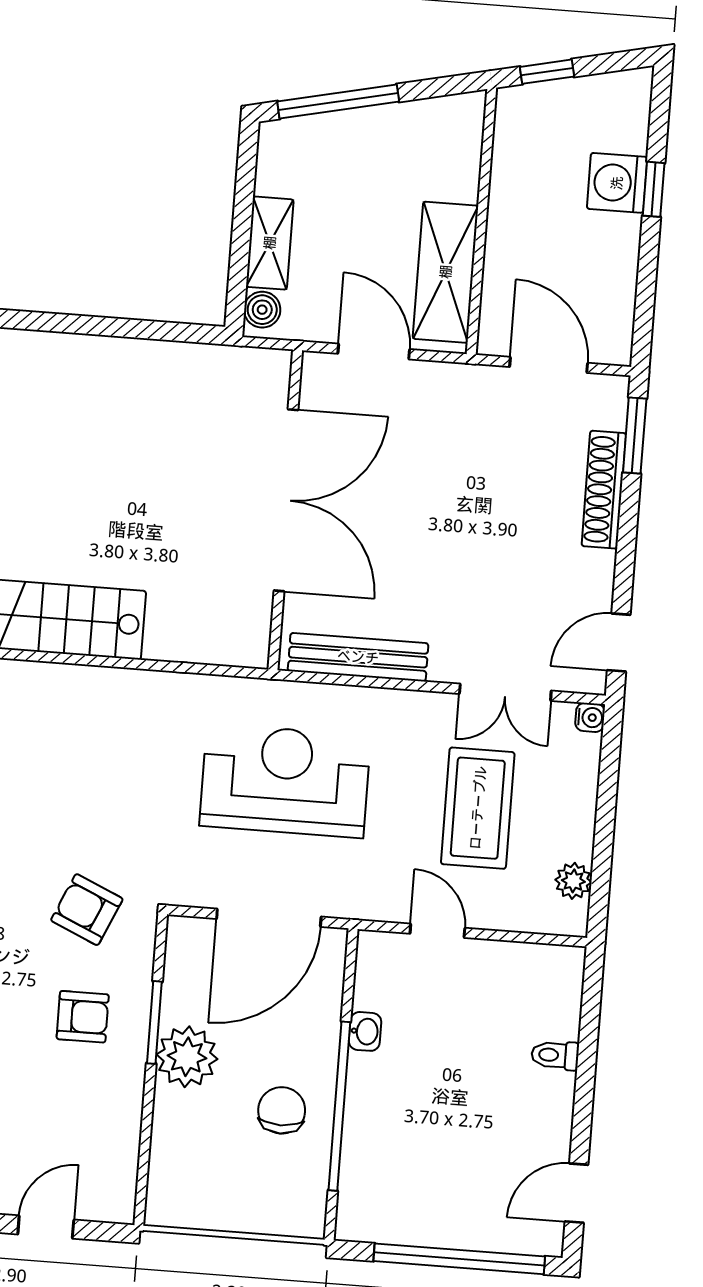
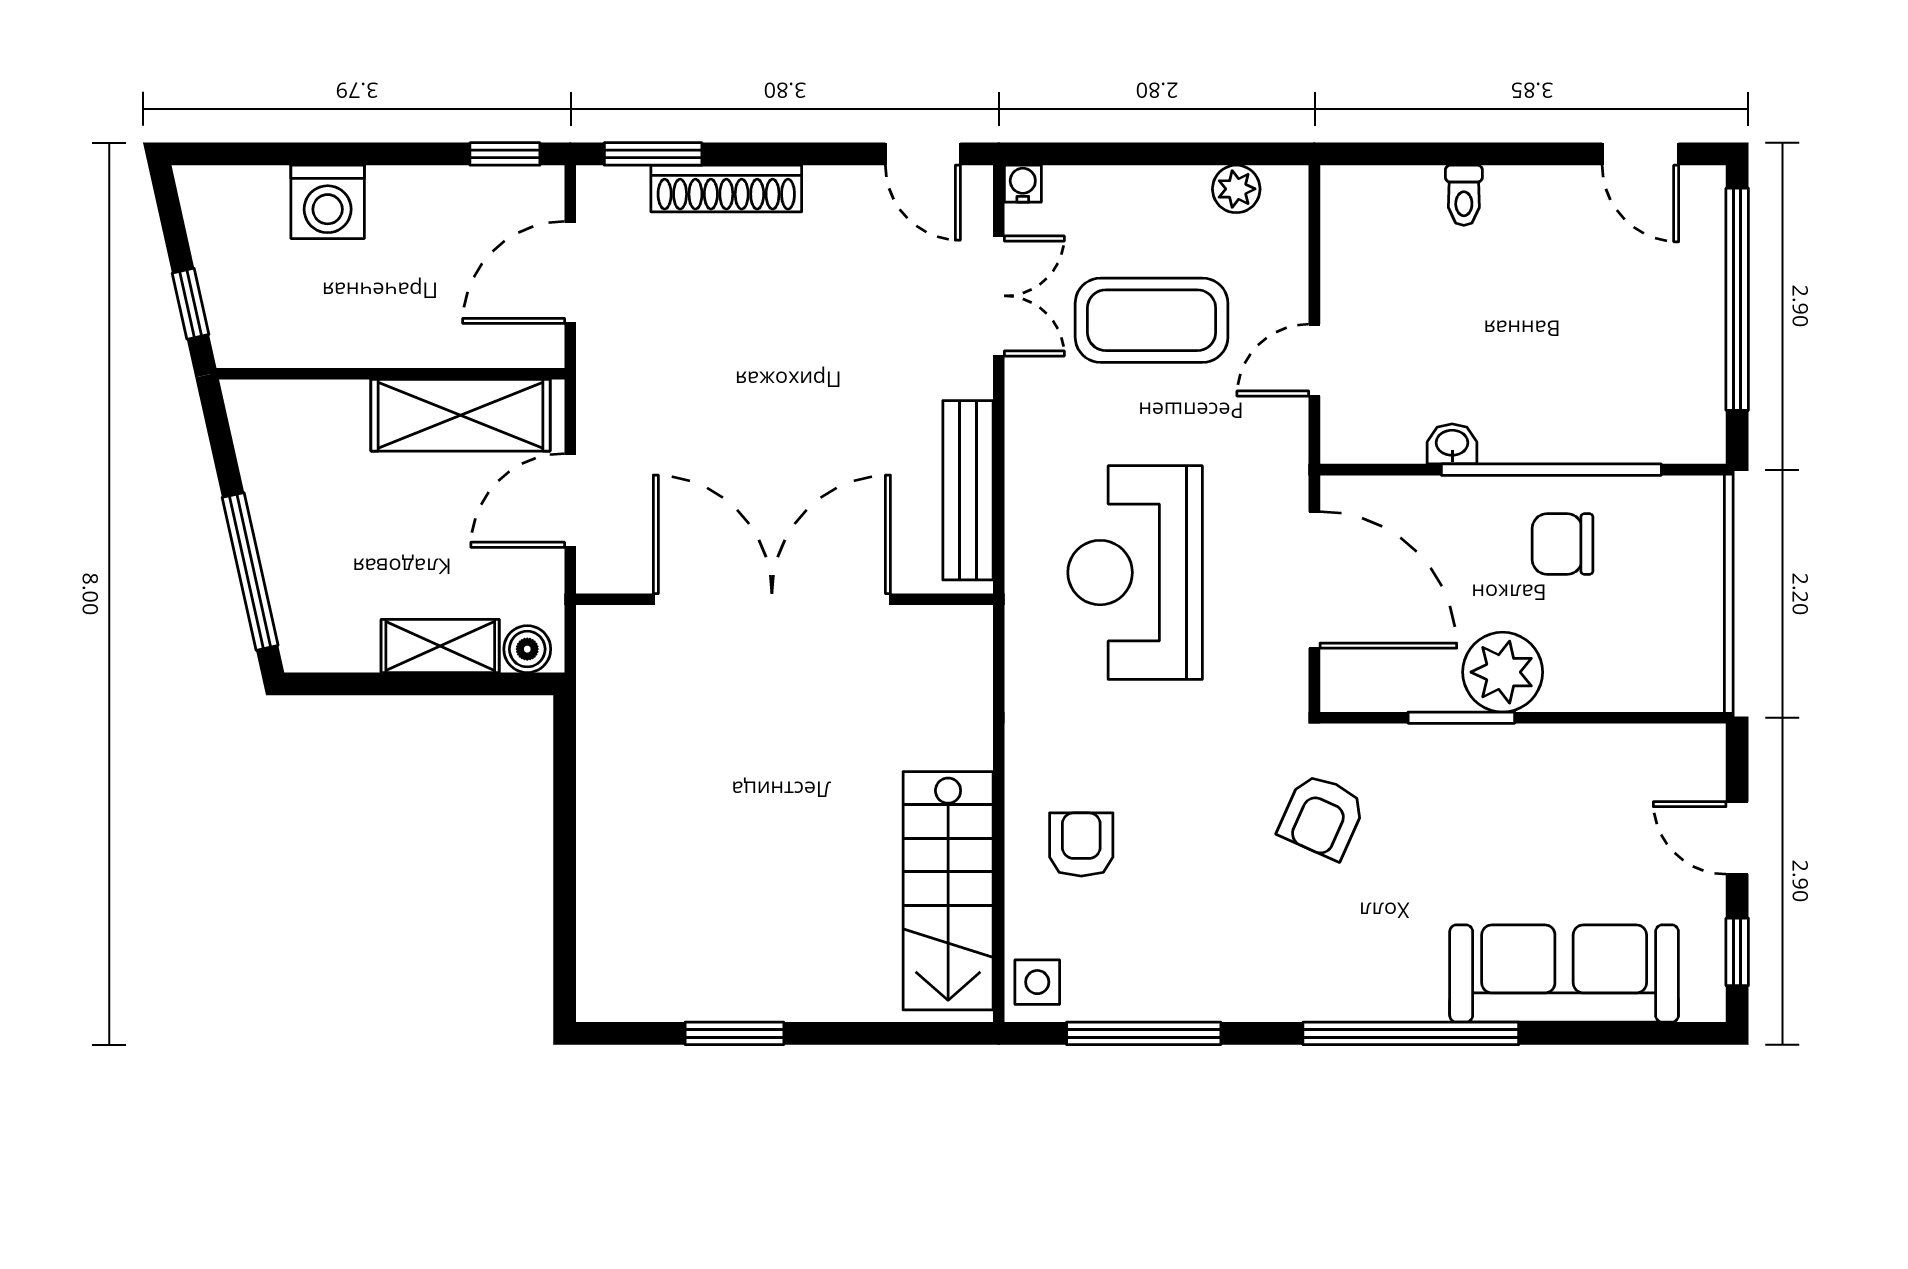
window: (654, 189) -> (505, 154), moved
armchair: (83, 1017) -> (1081, 844), moved

